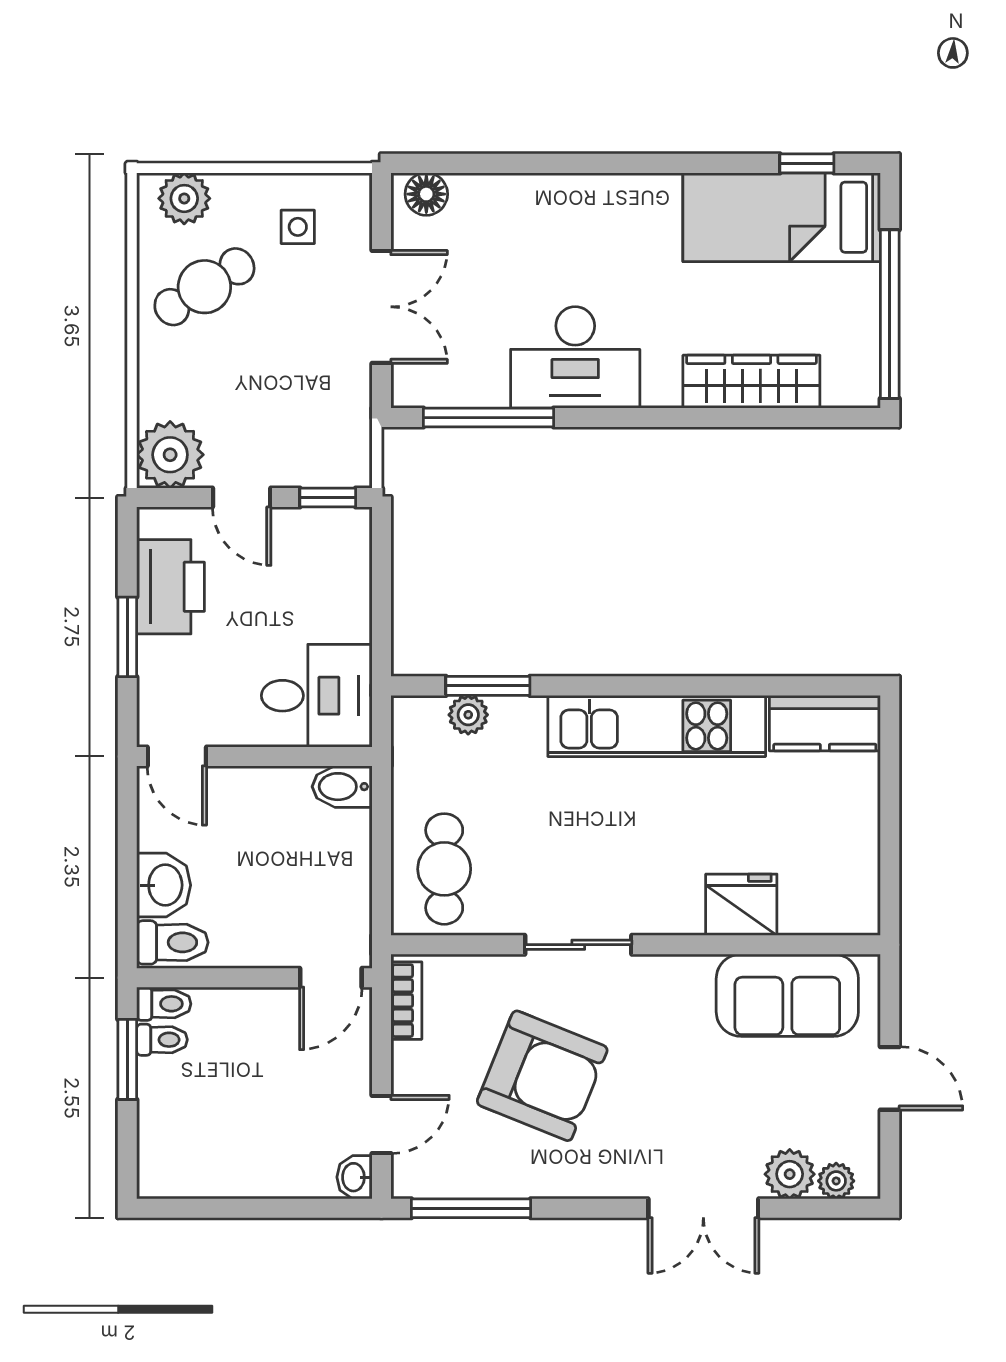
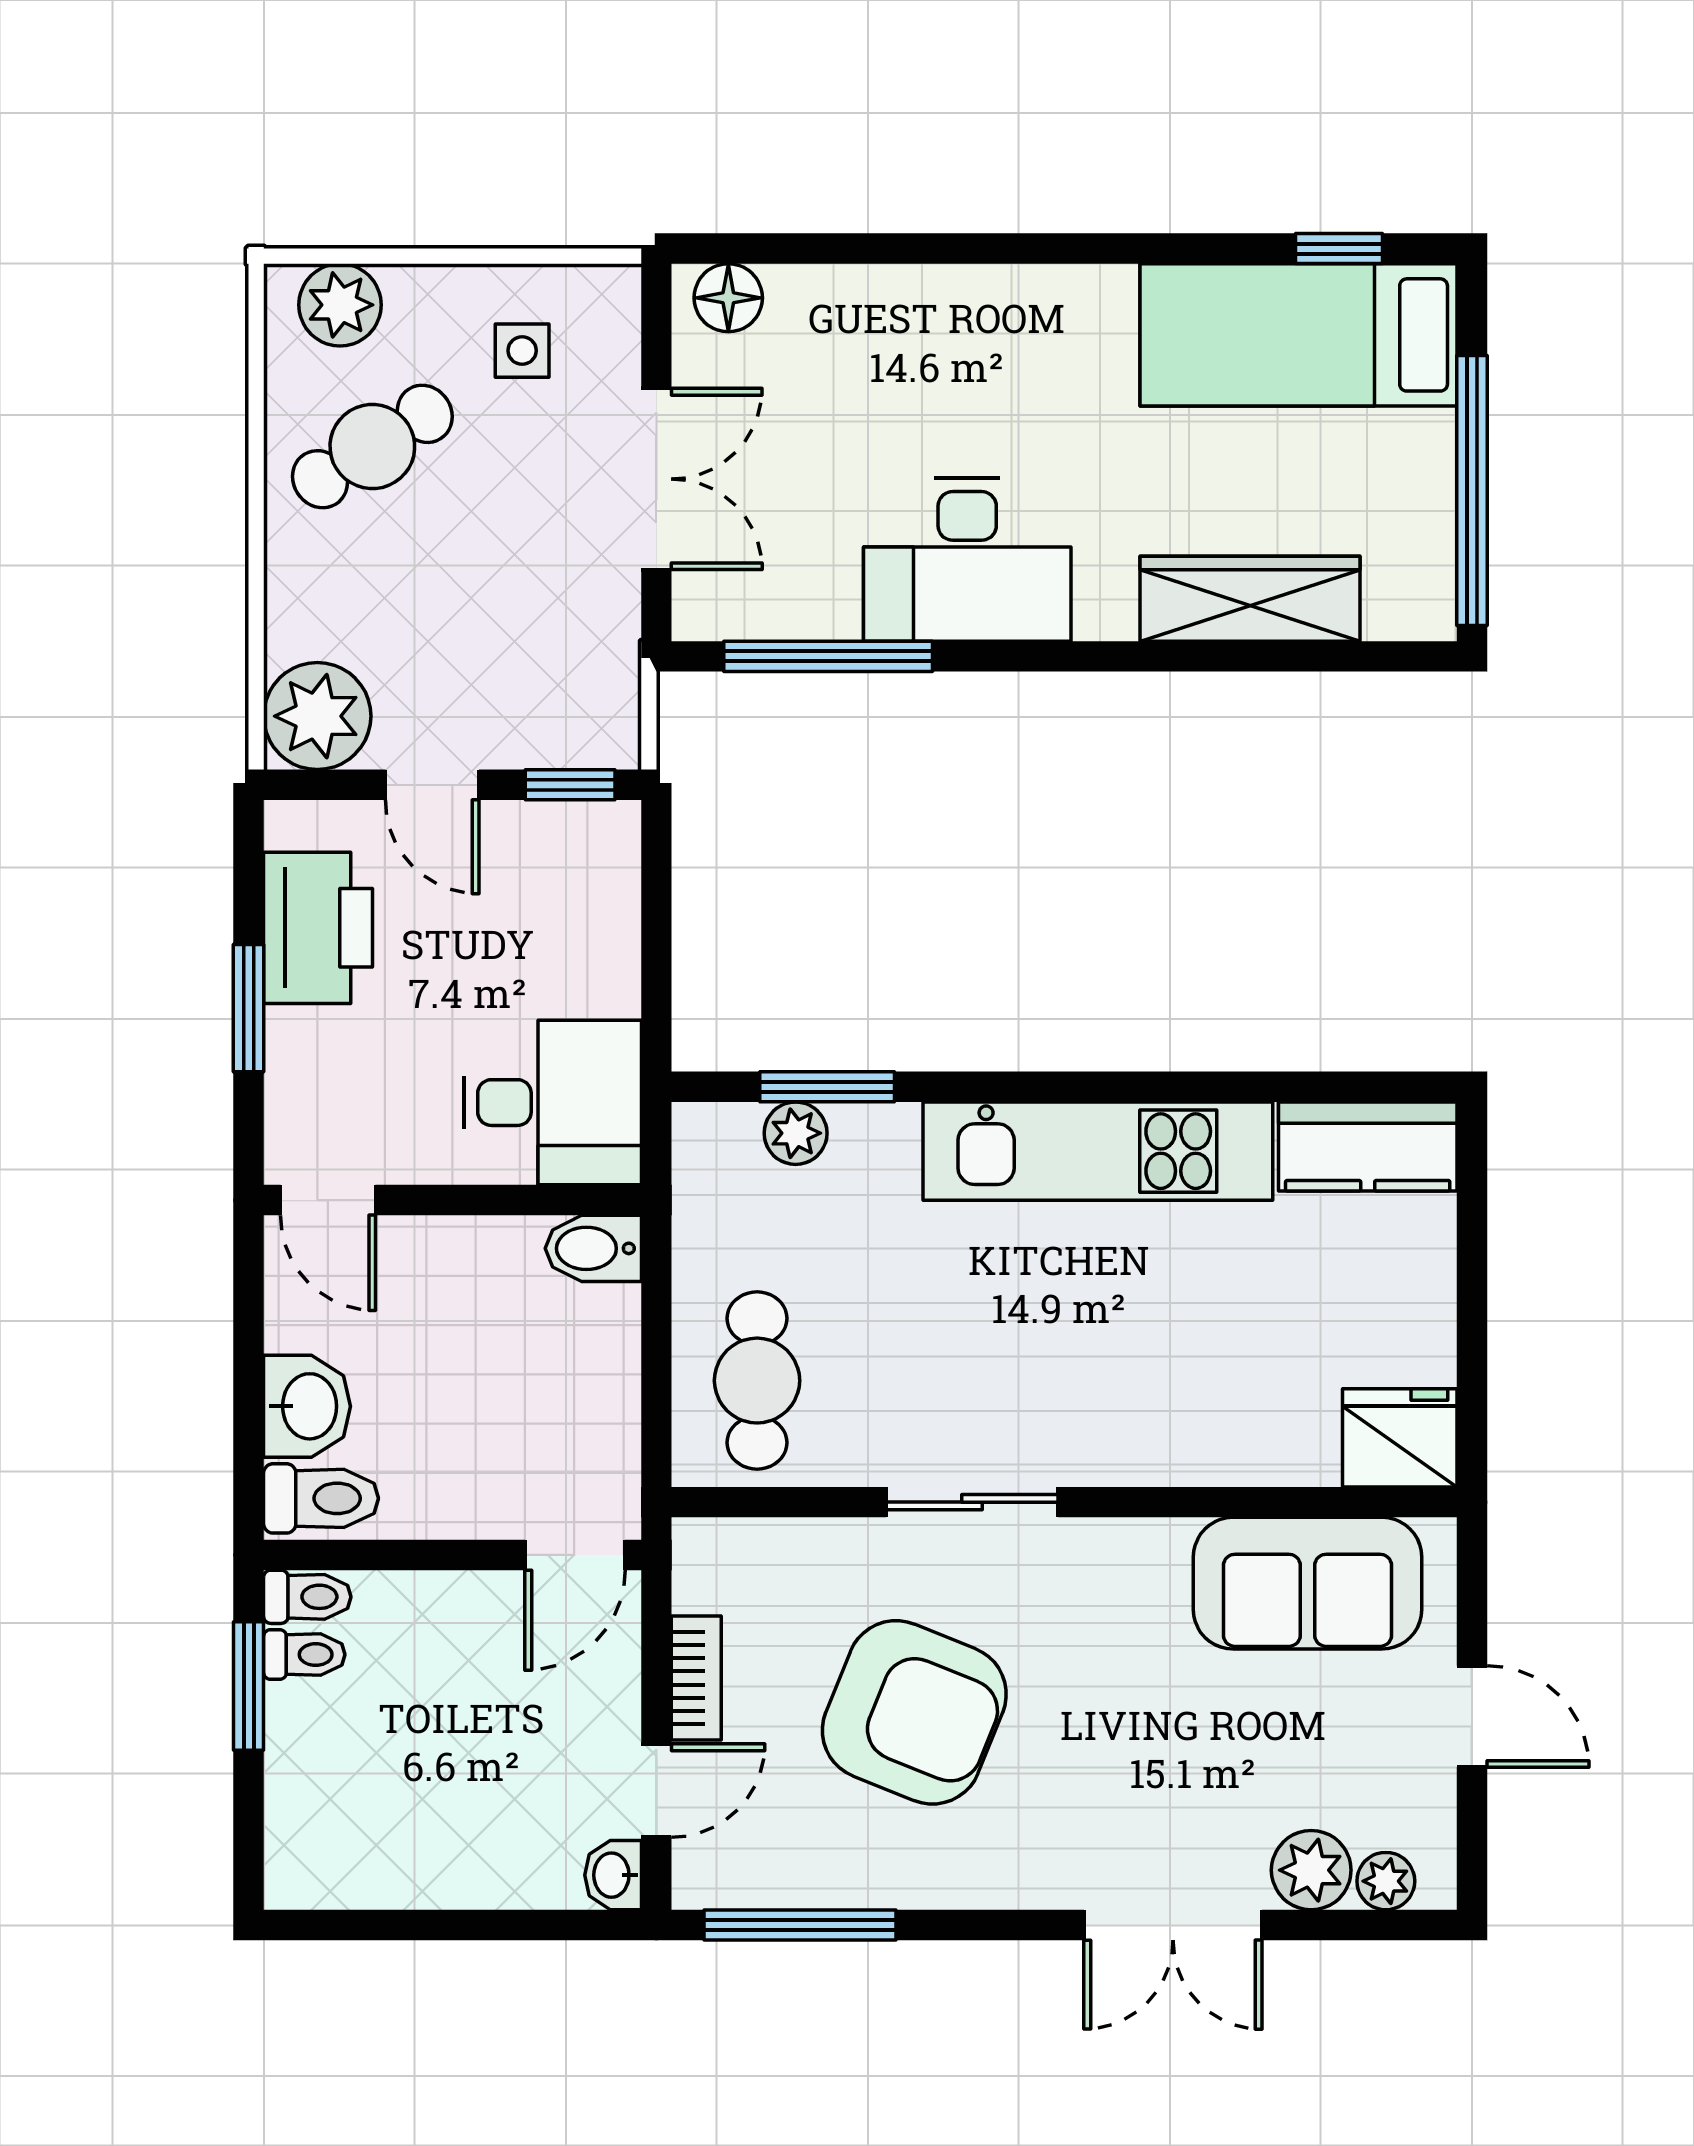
fridge: (741, 905) -> (1400, 1438), moved
bookcase: (406, 1001) -> (696, 1678), moved

